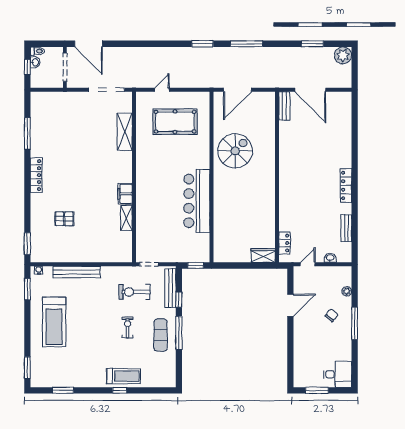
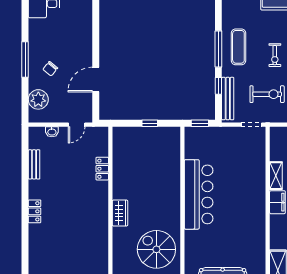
spiral stairs: (235, 151) -> (156, 249), turned 90
locker: (346, 185) -> (35, 211), width x0.66
locker: (284, 243) -> (102, 169), moved
wardrobe: (263, 256) -> (120, 213), moved, turned -90
window: (241, 266) -> (150, 123), added
plant: (347, 291) -> (38, 99), width x1.87, depth x1.87

